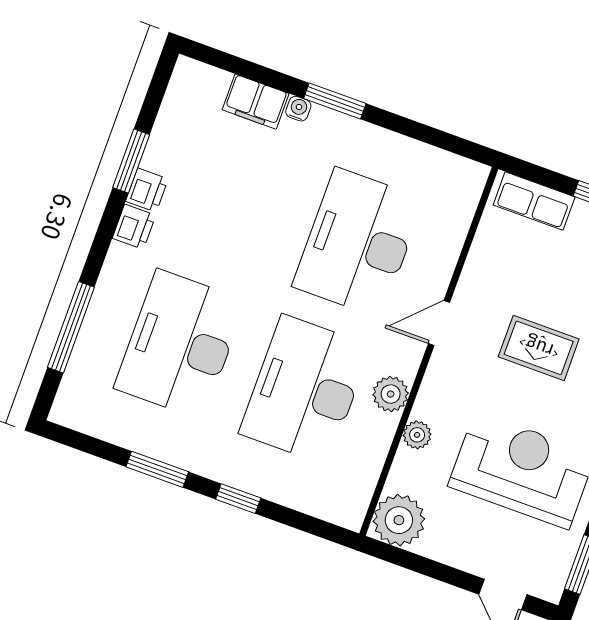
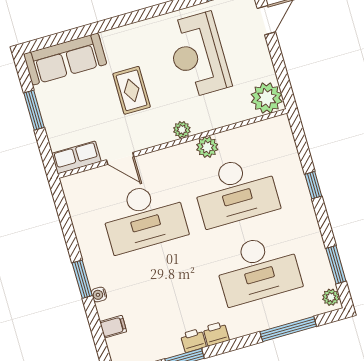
filing cabinet: (256, 102) -> (113, 327), width x0.50
row of seats: (534, 201) -> (76, 157), moved, turned -90
door: (439, 323) -> (120, 158), moved
plant: (72, 415) -> (331, 297), added
plant: (417, 435) -> (182, 130), moved
window: (157, 469) -> (336, 265), moved

